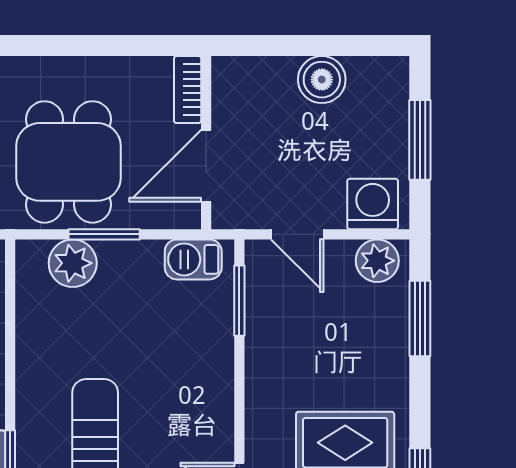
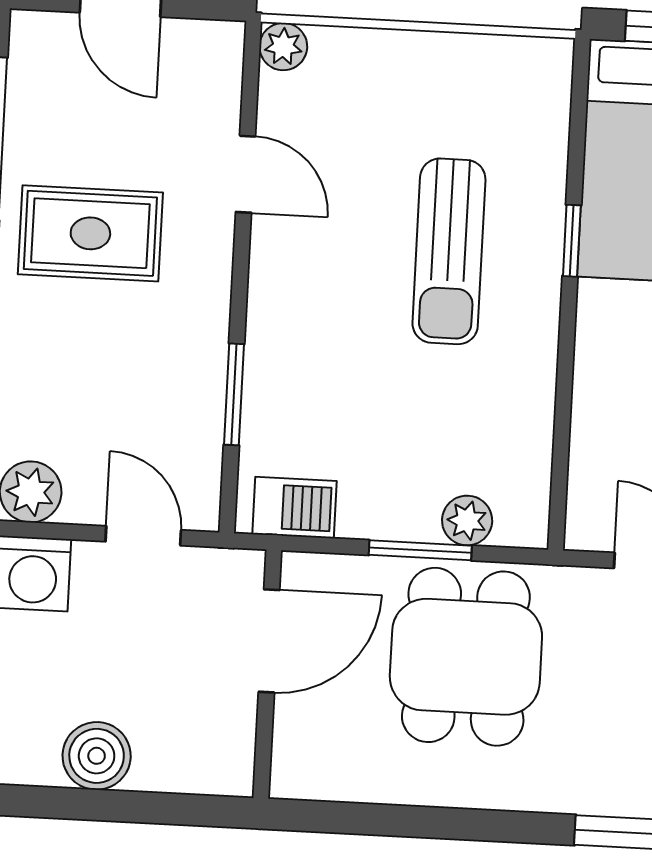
bookcase: (188, 90) -> (290, 752), removed
plant: (73, 263) -> (467, 521), width x0.73, depth x0.73
window: (239, 301) -> (234, 394), moved

